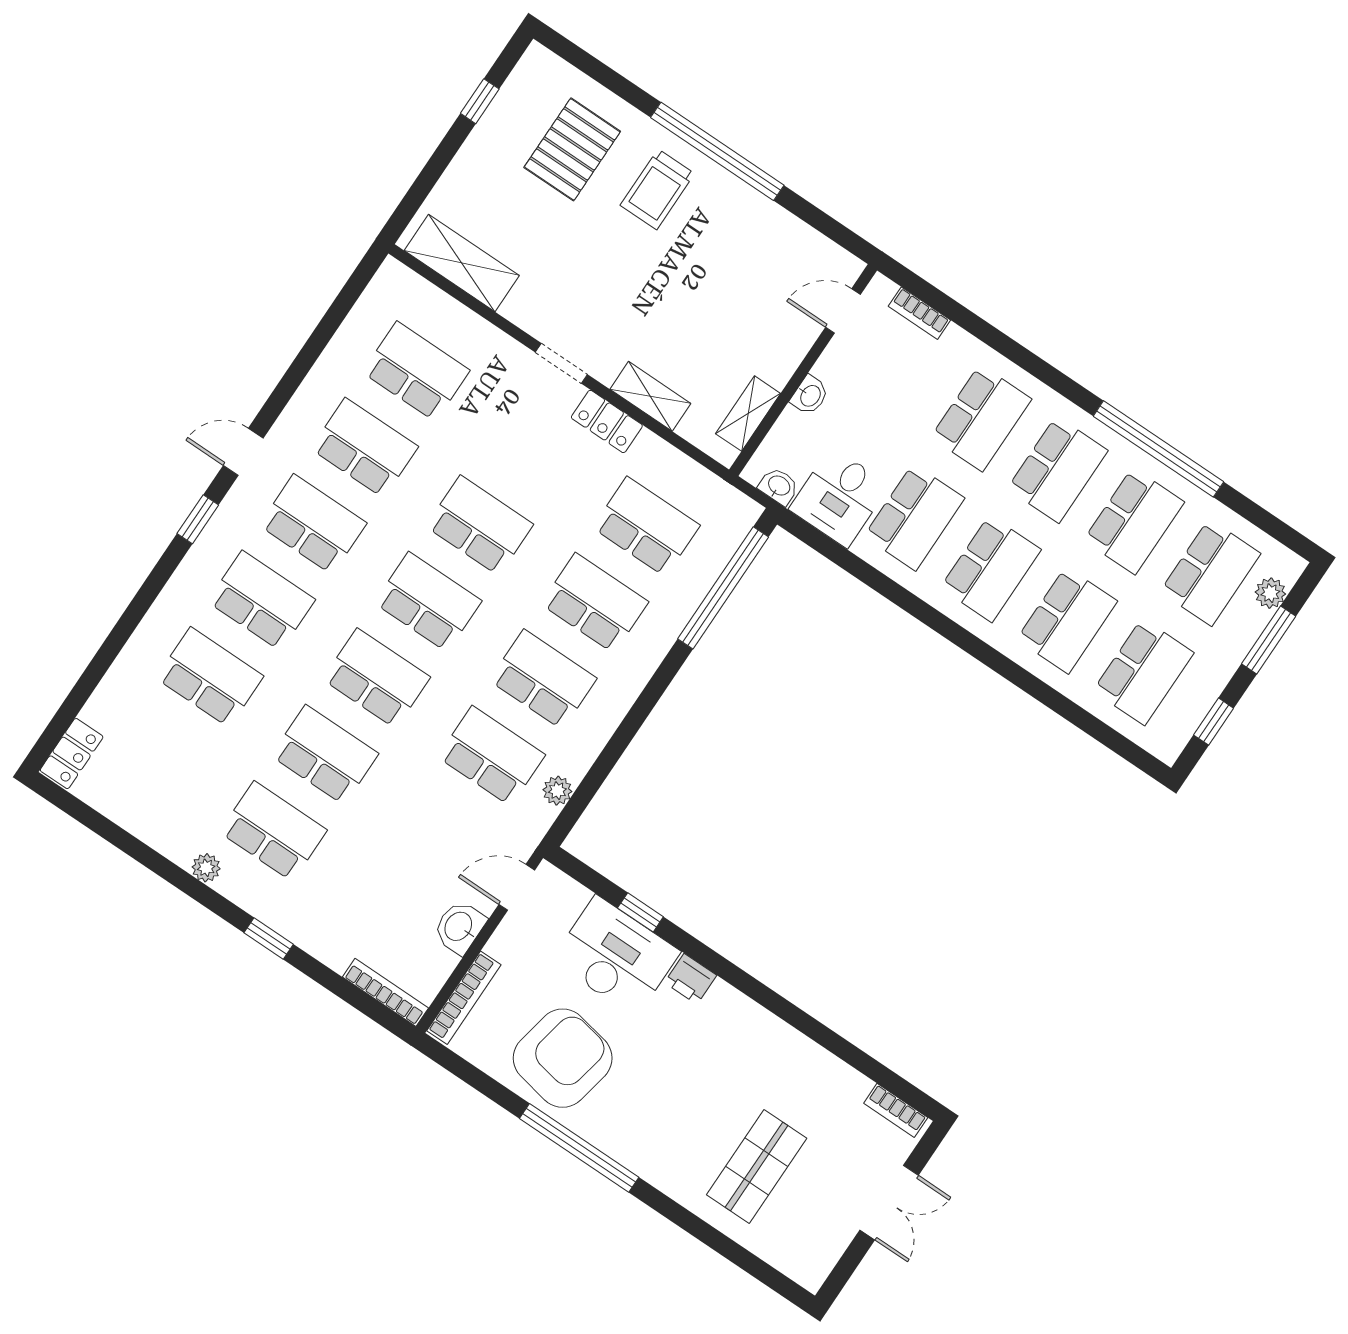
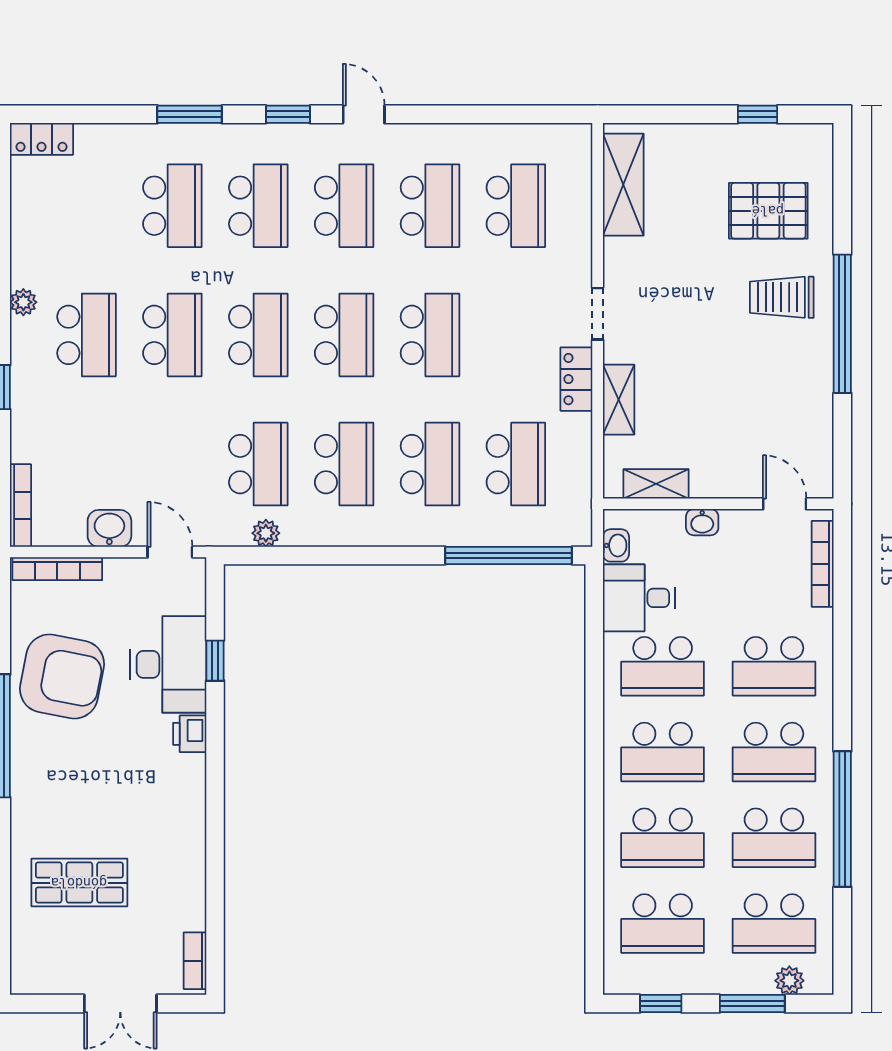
bookcase: (919, 313) -> (823, 564), width x1.56
window: (139, 607) -> (190, 114), added

